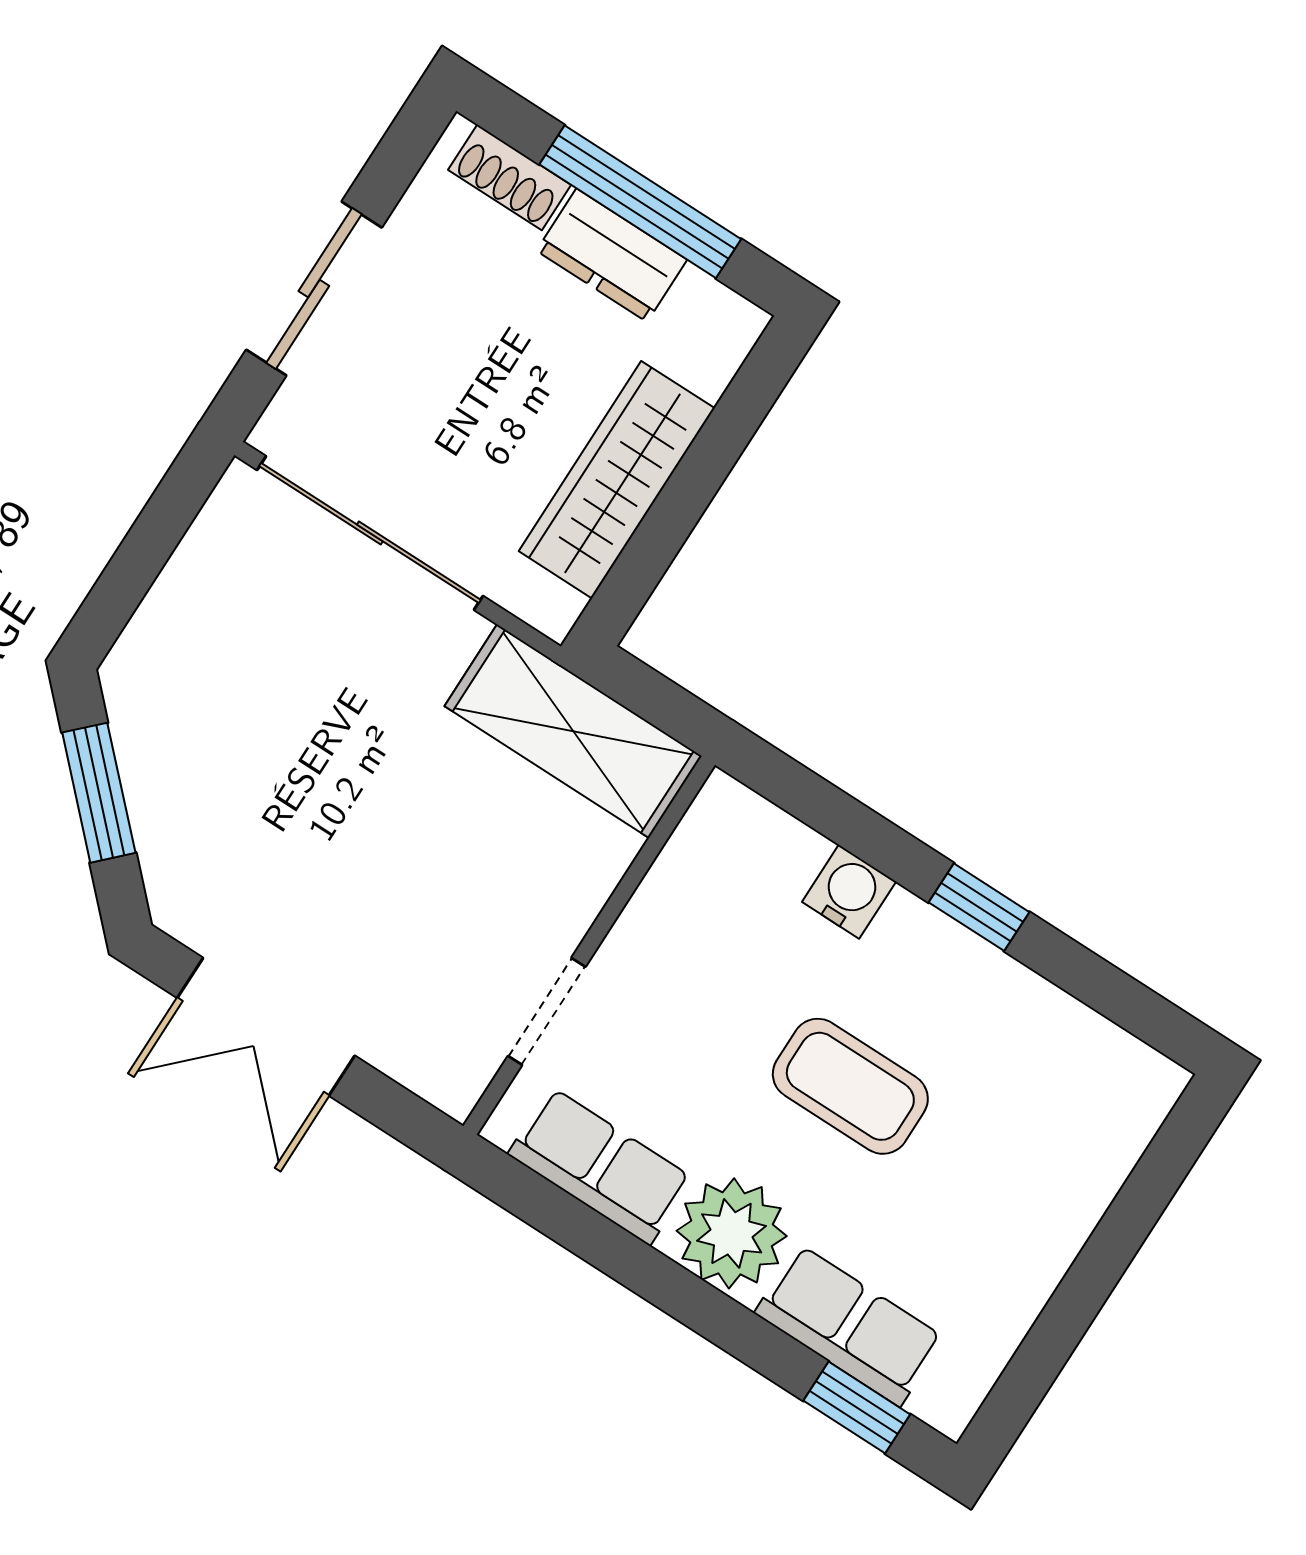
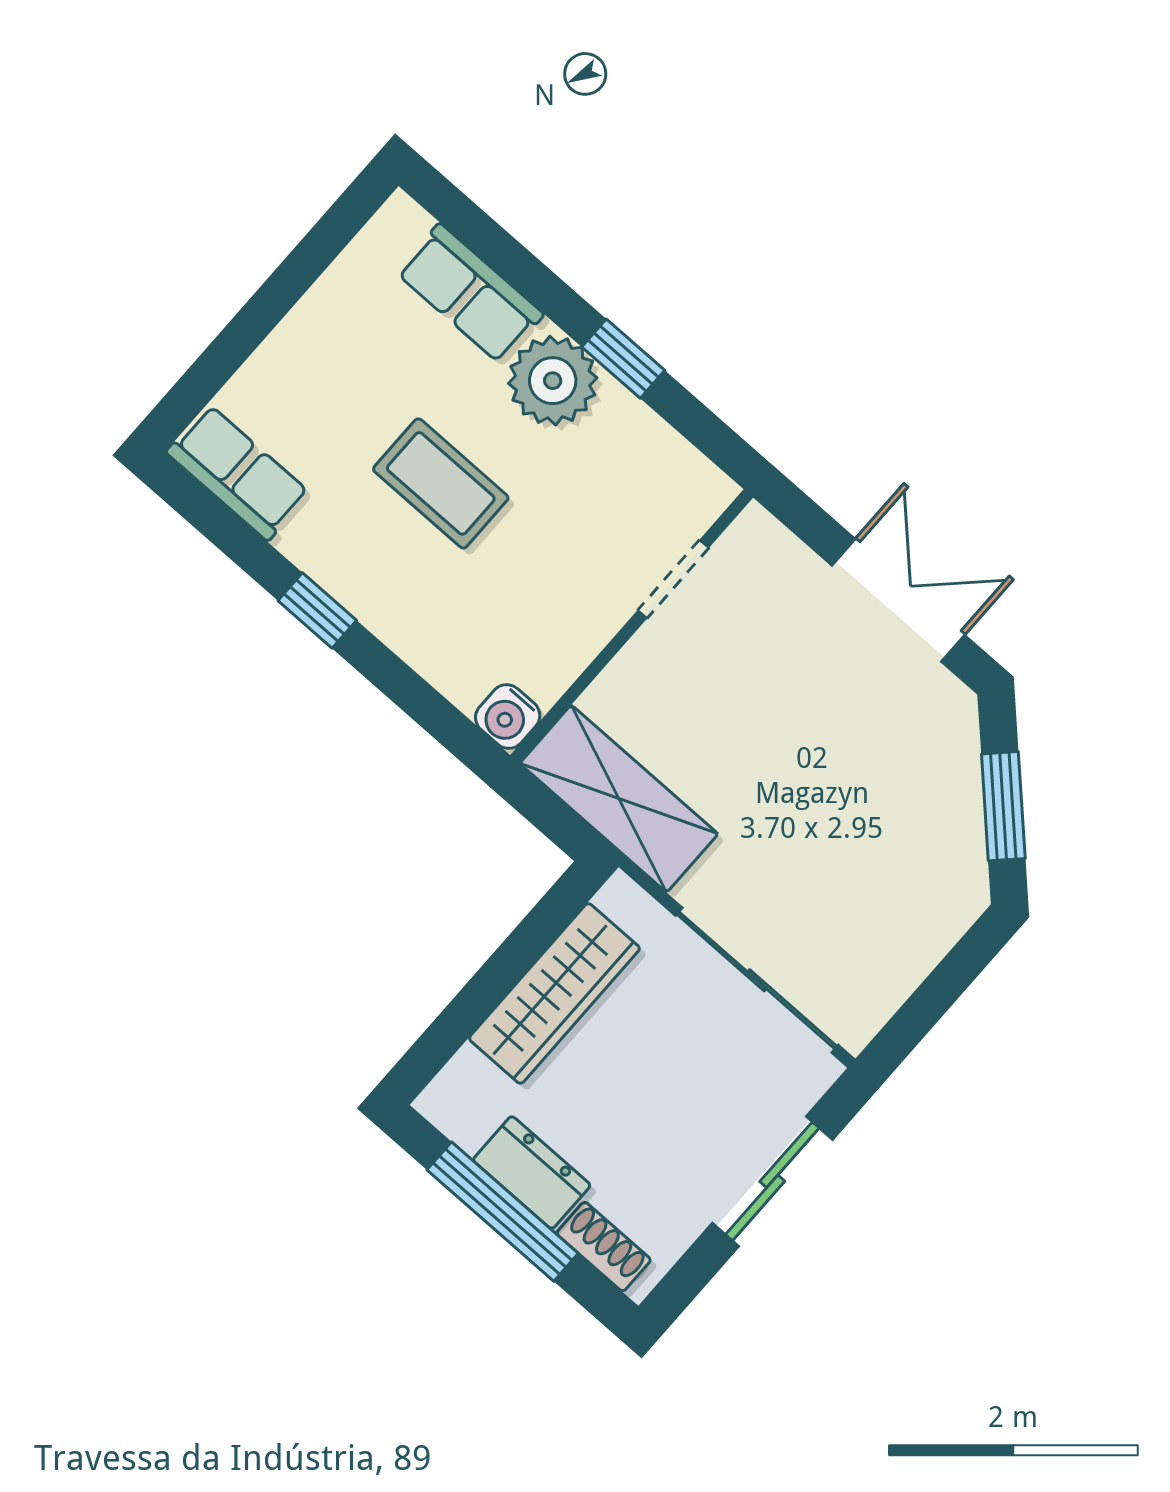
water cooler: (849, 892) -> (508, 717), moved
row of seats: (600, 1166) -> (238, 473), moved, turned 180
window: (857, 1407) -> (623, 359), moved

